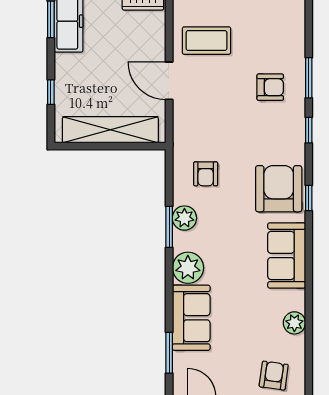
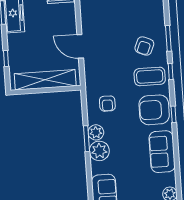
coffee table: (207, 41) -> (150, 76), moved
armchair: (270, 87) -> (144, 46), turned 113
armchair: (279, 189) -> (154, 110), turned -90
plant: (188, 268) -> (99, 151), moved

